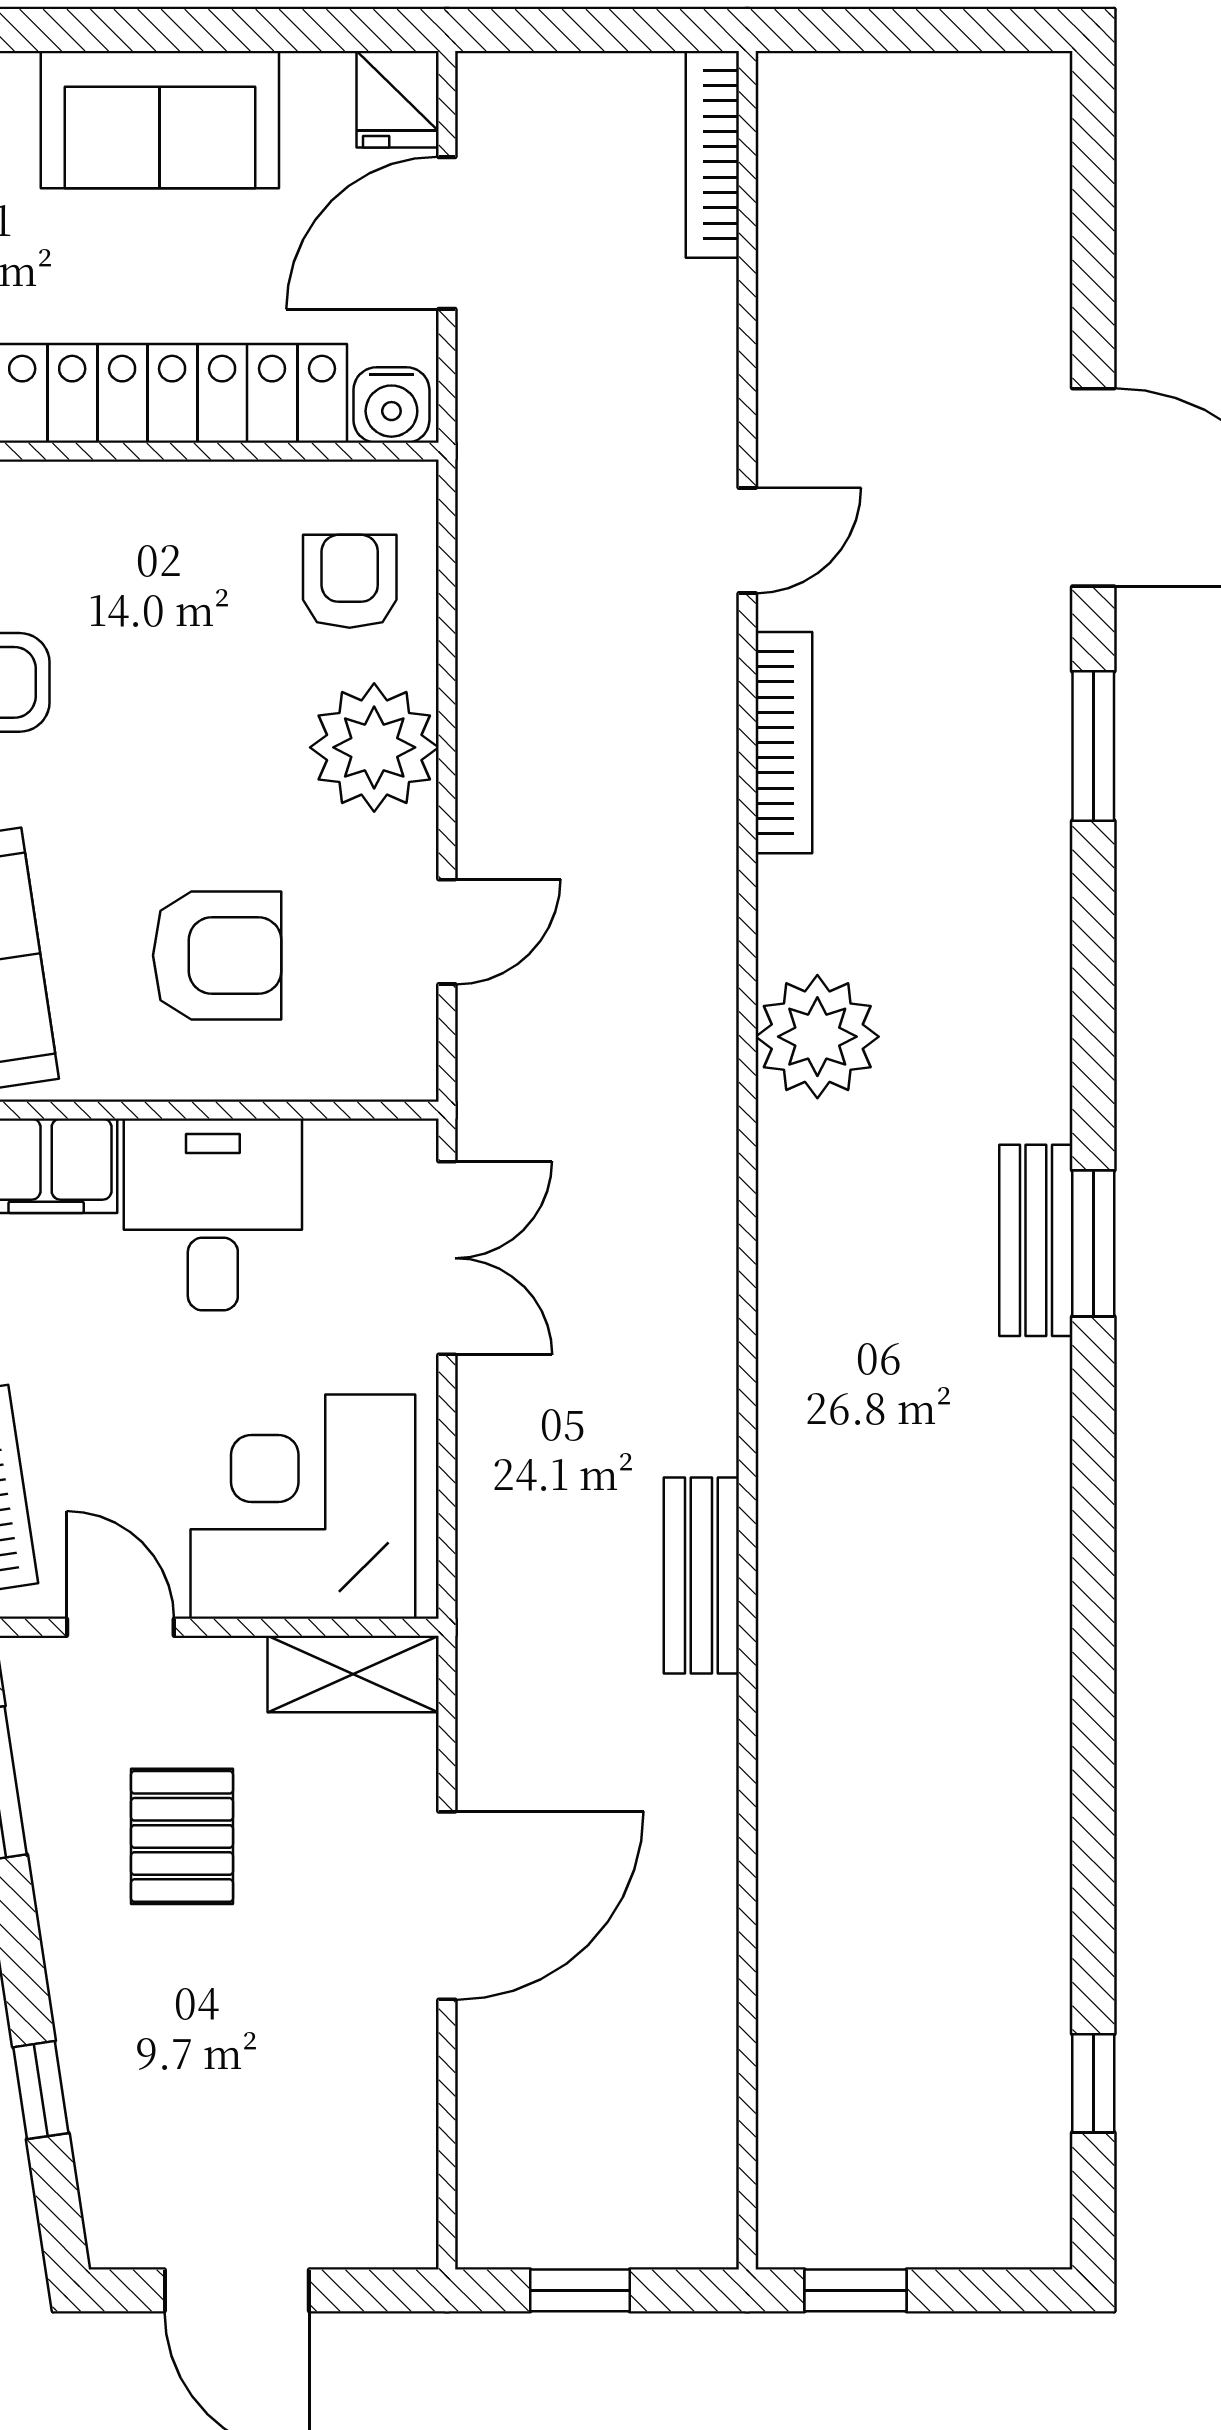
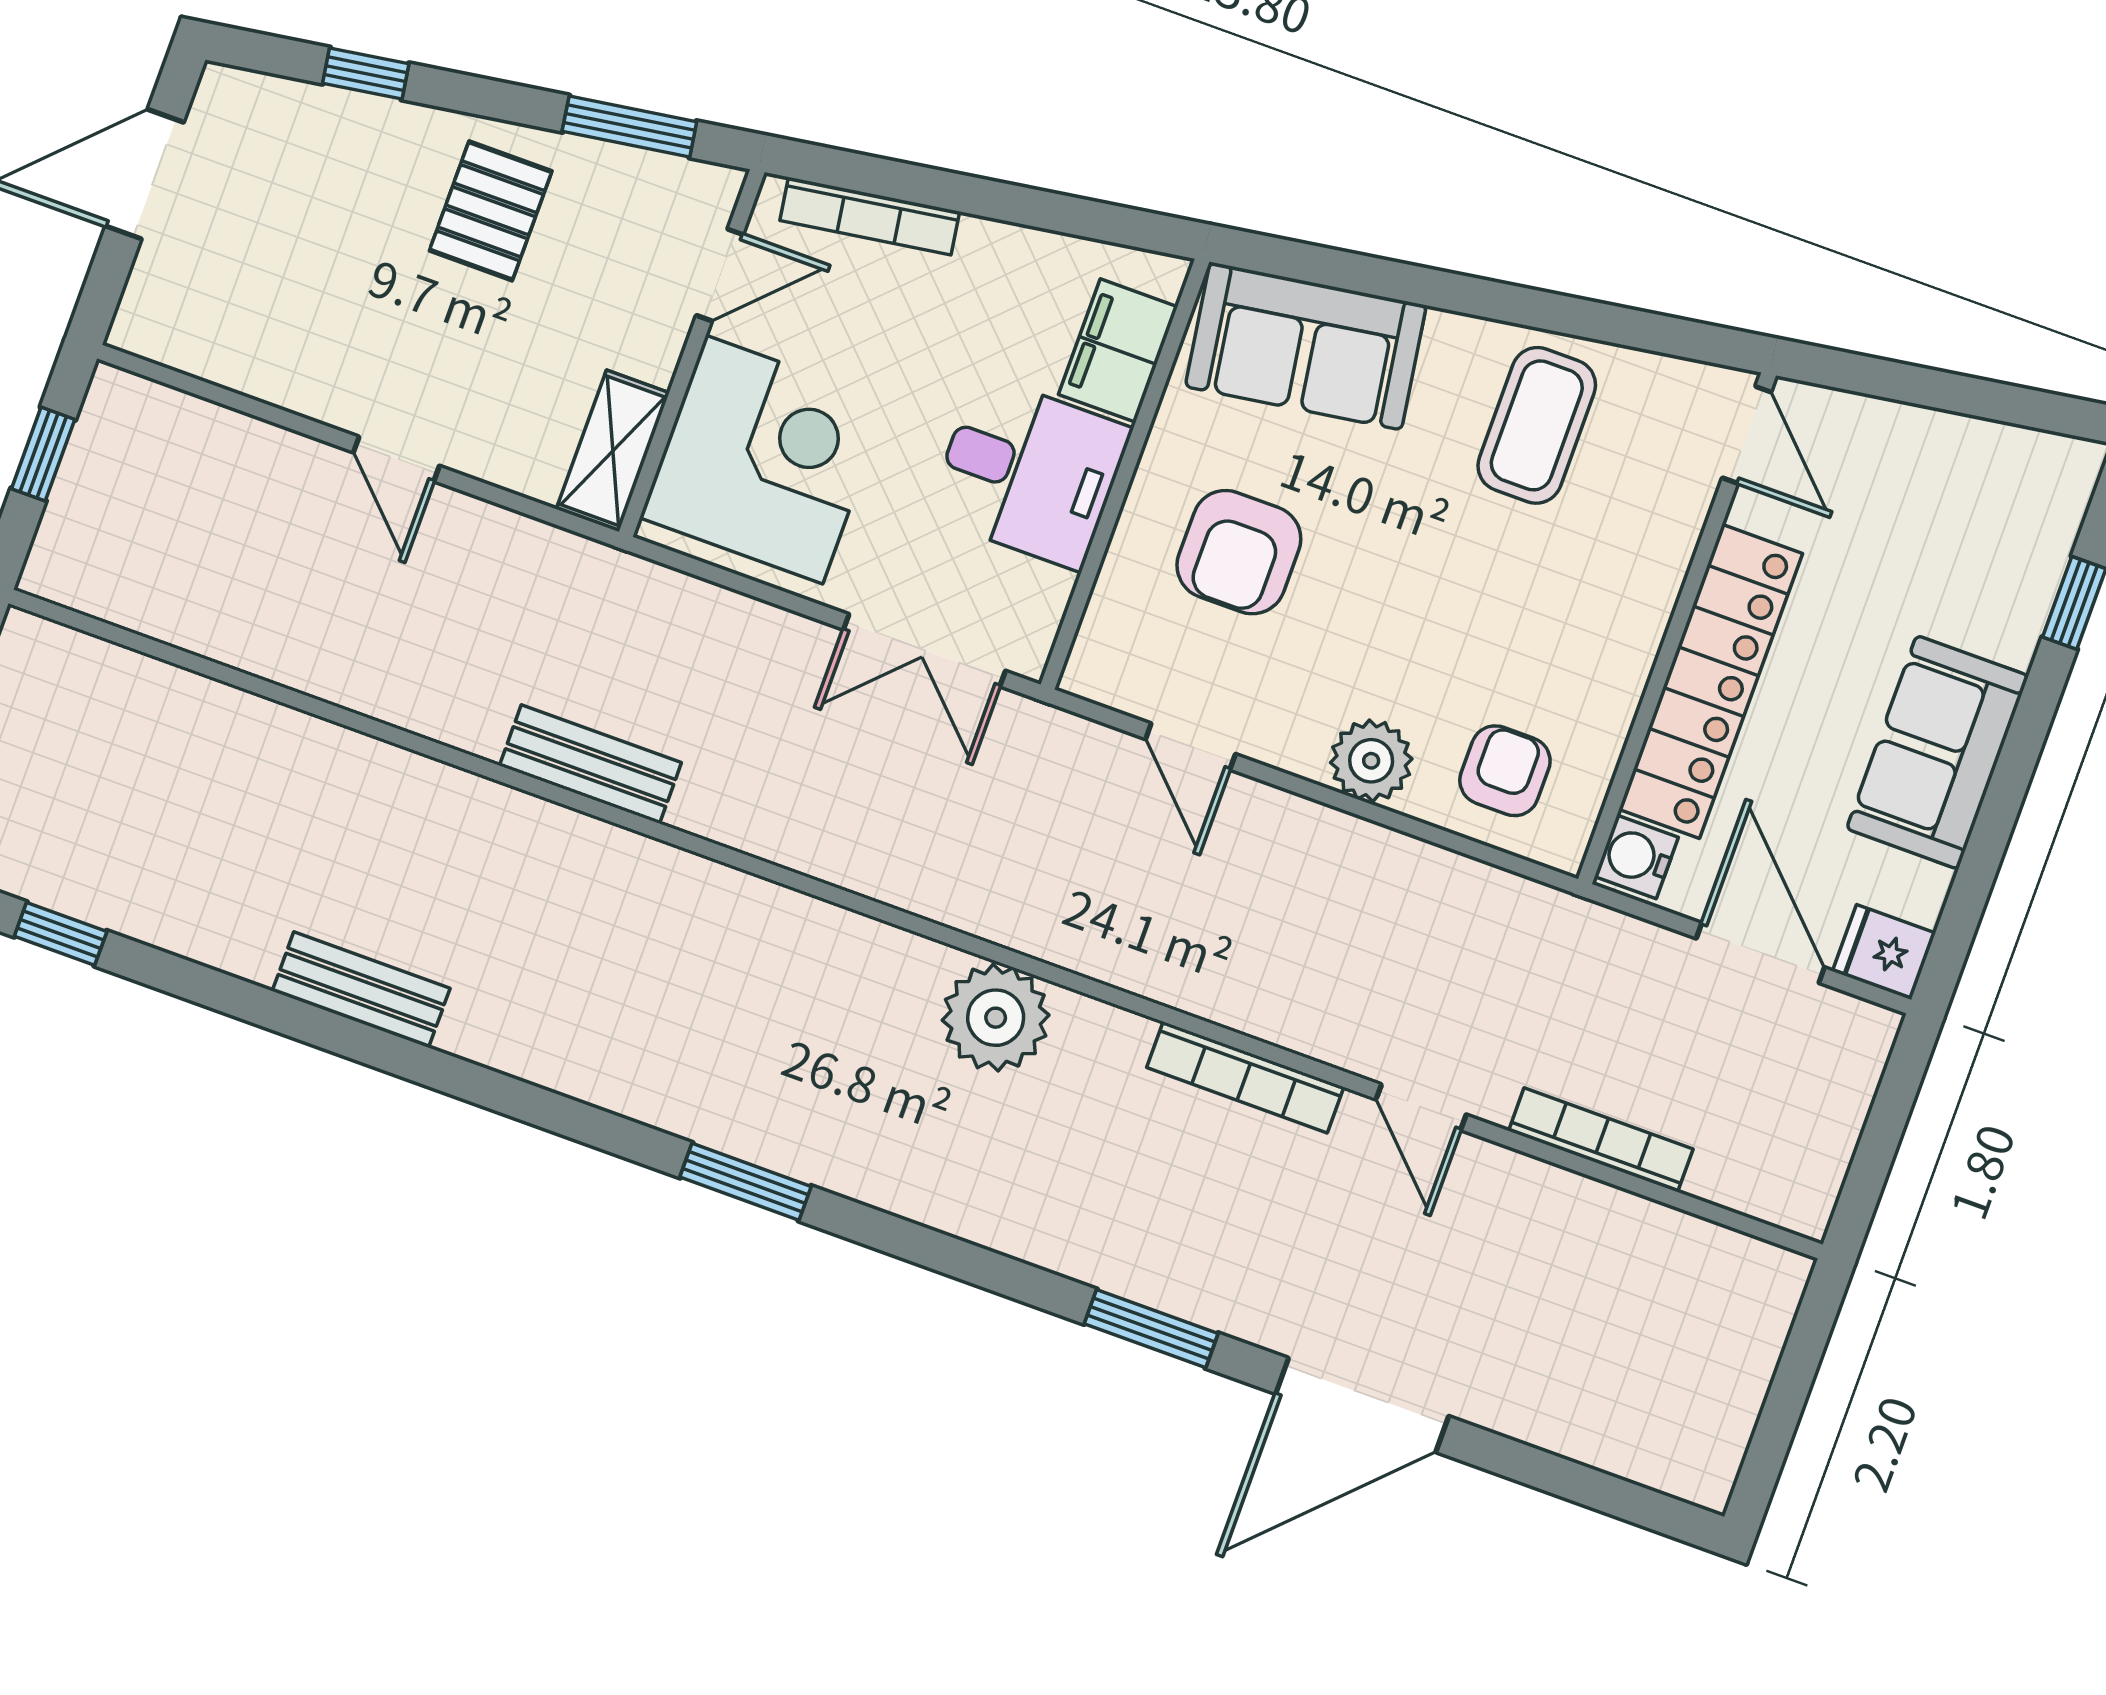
bookcase: (712, 154) -> (1601, 1140), moved
armchair: (350, 581) -> (1505, 771), turned -90
plant: (374, 747) -> (1371, 761), width x0.73, depth x0.73
bench: (1036, 1240) -> (361, 990), moved
pallet: (182, 1836) -> (491, 211), moved, turned 90
door: (447, 1906) -> (396, 459), width x0.53

